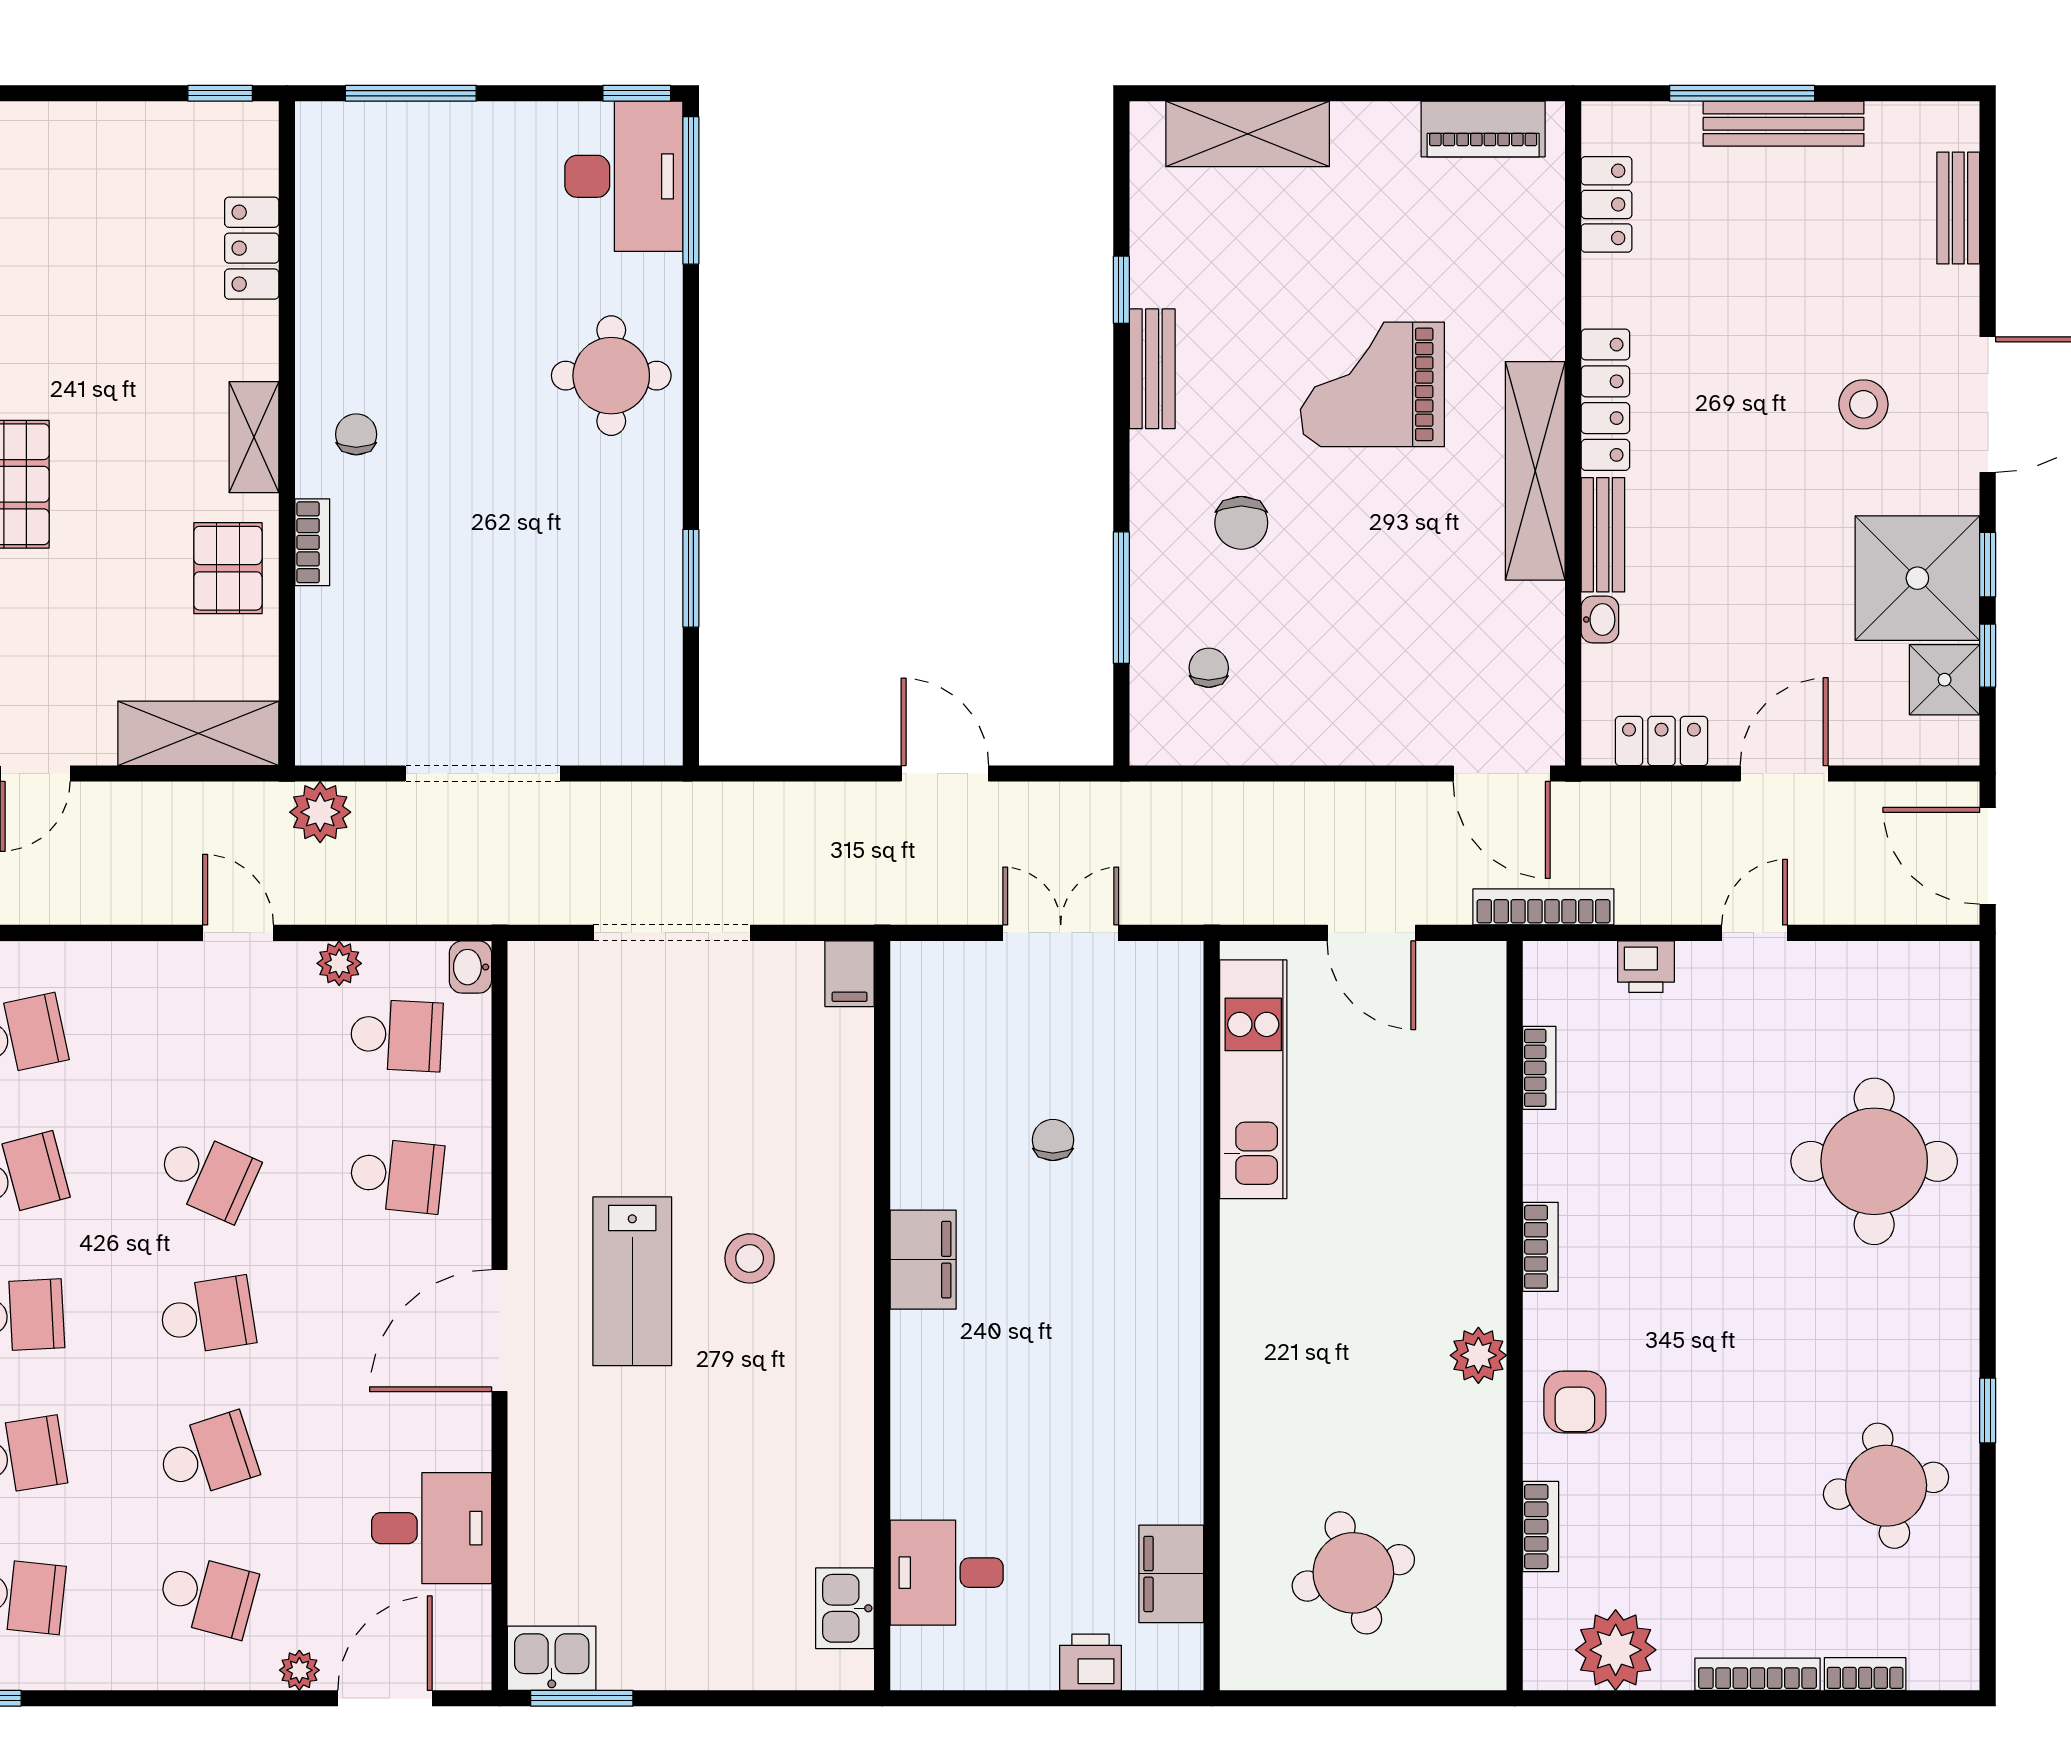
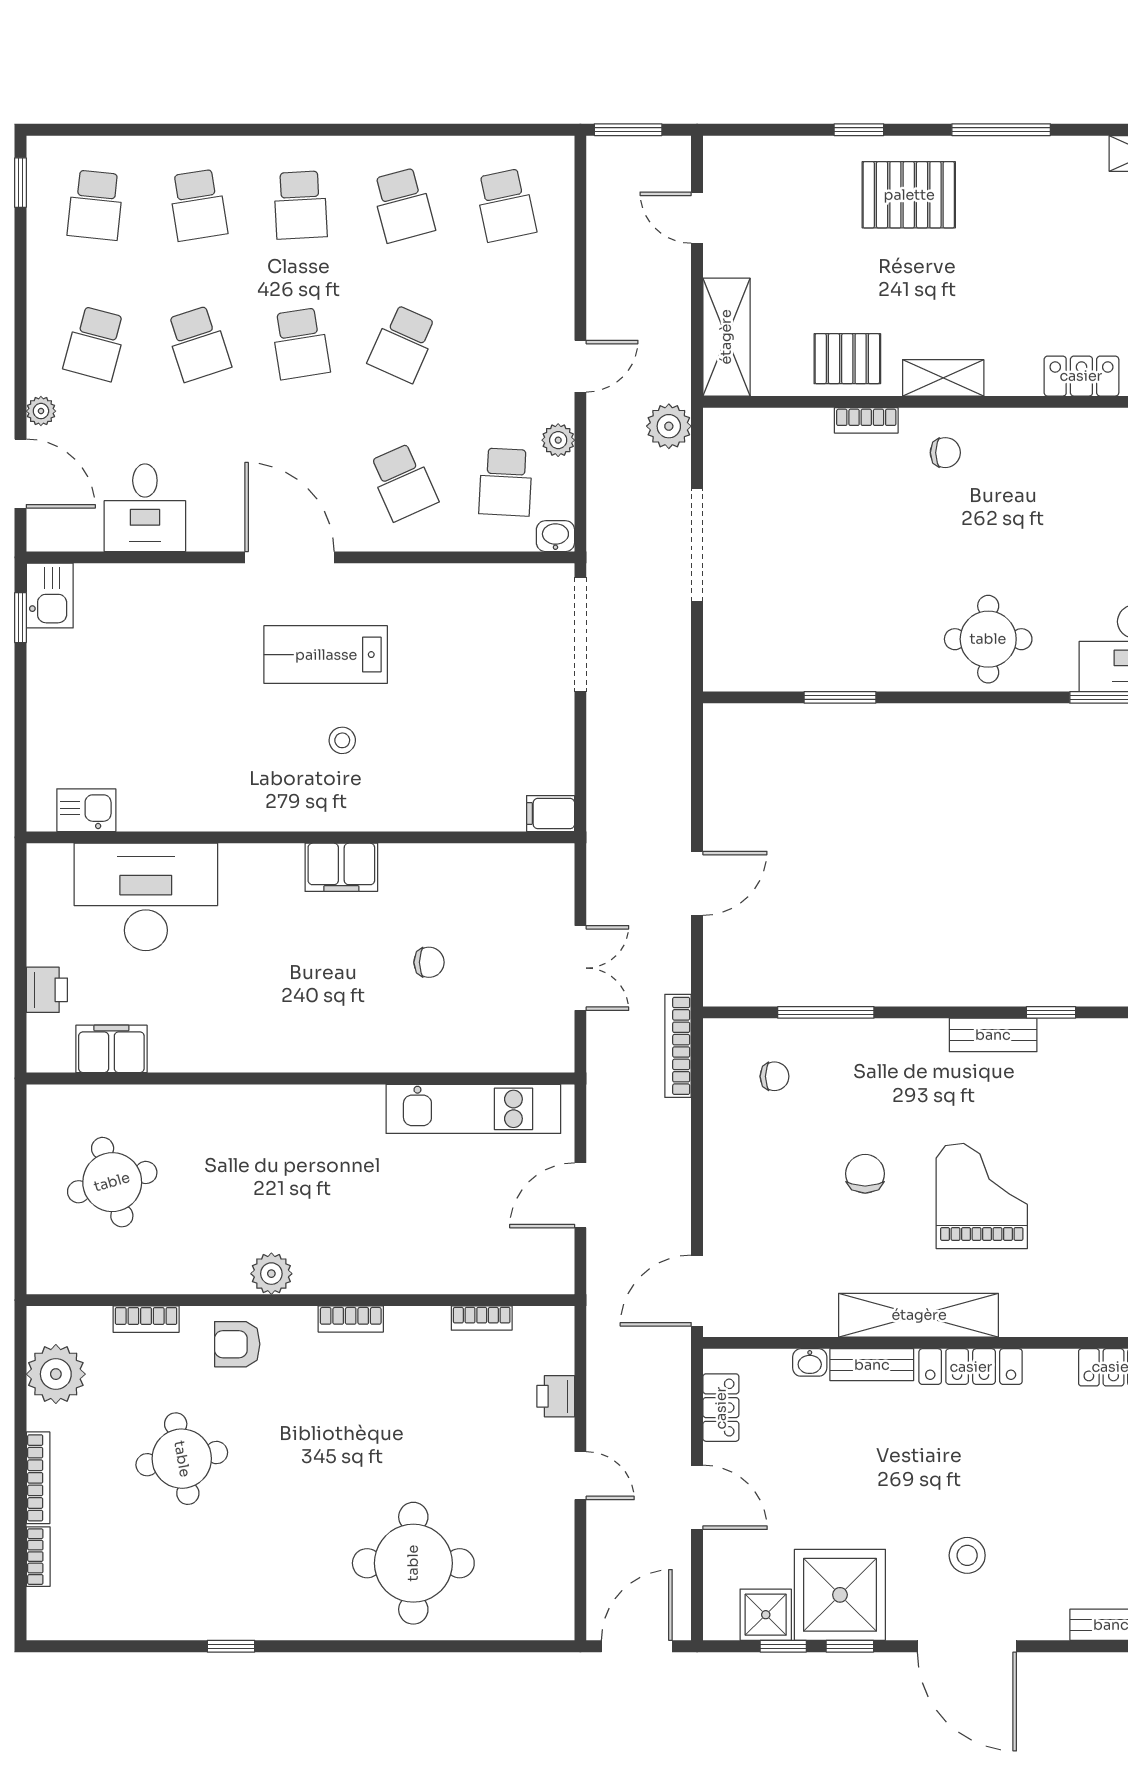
chair: (1241, 523) -> (865, 1174), moved, turned 90
bookcase: (1543, 907) -> (678, 1046), moved, turned 180
doorway: (672, 933) -> (580, 635), moved
school desk: (396, 1175) -> (403, 482), turned -30
stool: (750, 1258) -> (342, 740), width x0.73, depth x0.73
round table: (1886, 1486) -> (182, 1459), moved
desk: (947, 1573) -> (146, 897), width x1.87, depth x1.30
window: (582, 1698) -> (20, 618), width x0.67

